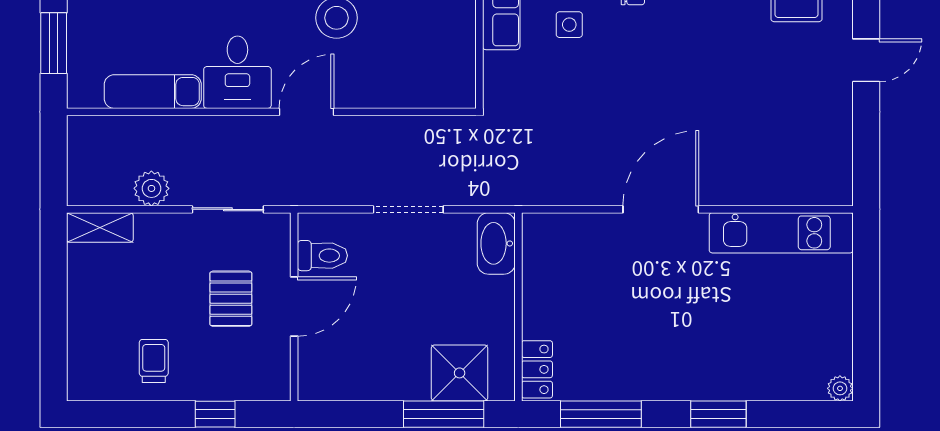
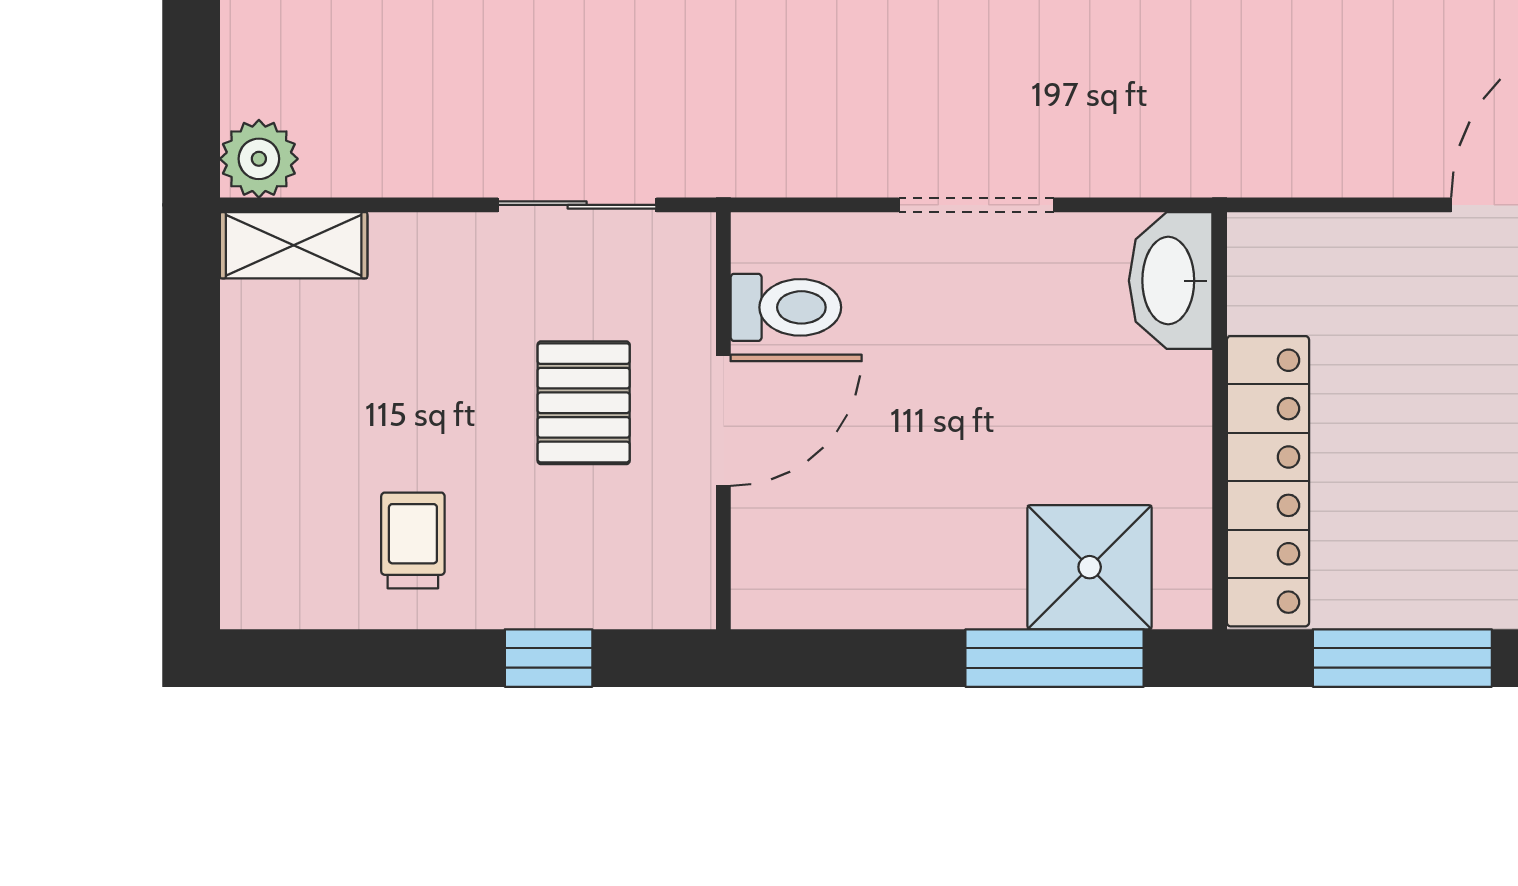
plant: (151, 188) -> (259, 159), moved
locker: (537, 369) -> (1268, 481), width x2.16, depth x1.21

